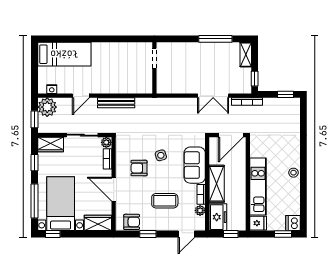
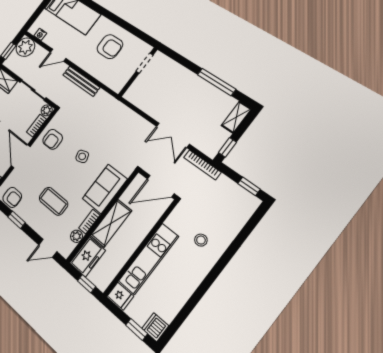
armchair: (118, 63) -> (110, 47), added
armchair: (139, 168) -> (53, 139), moved, turned -90
stool: (293, 173) -> (201, 240), moved

